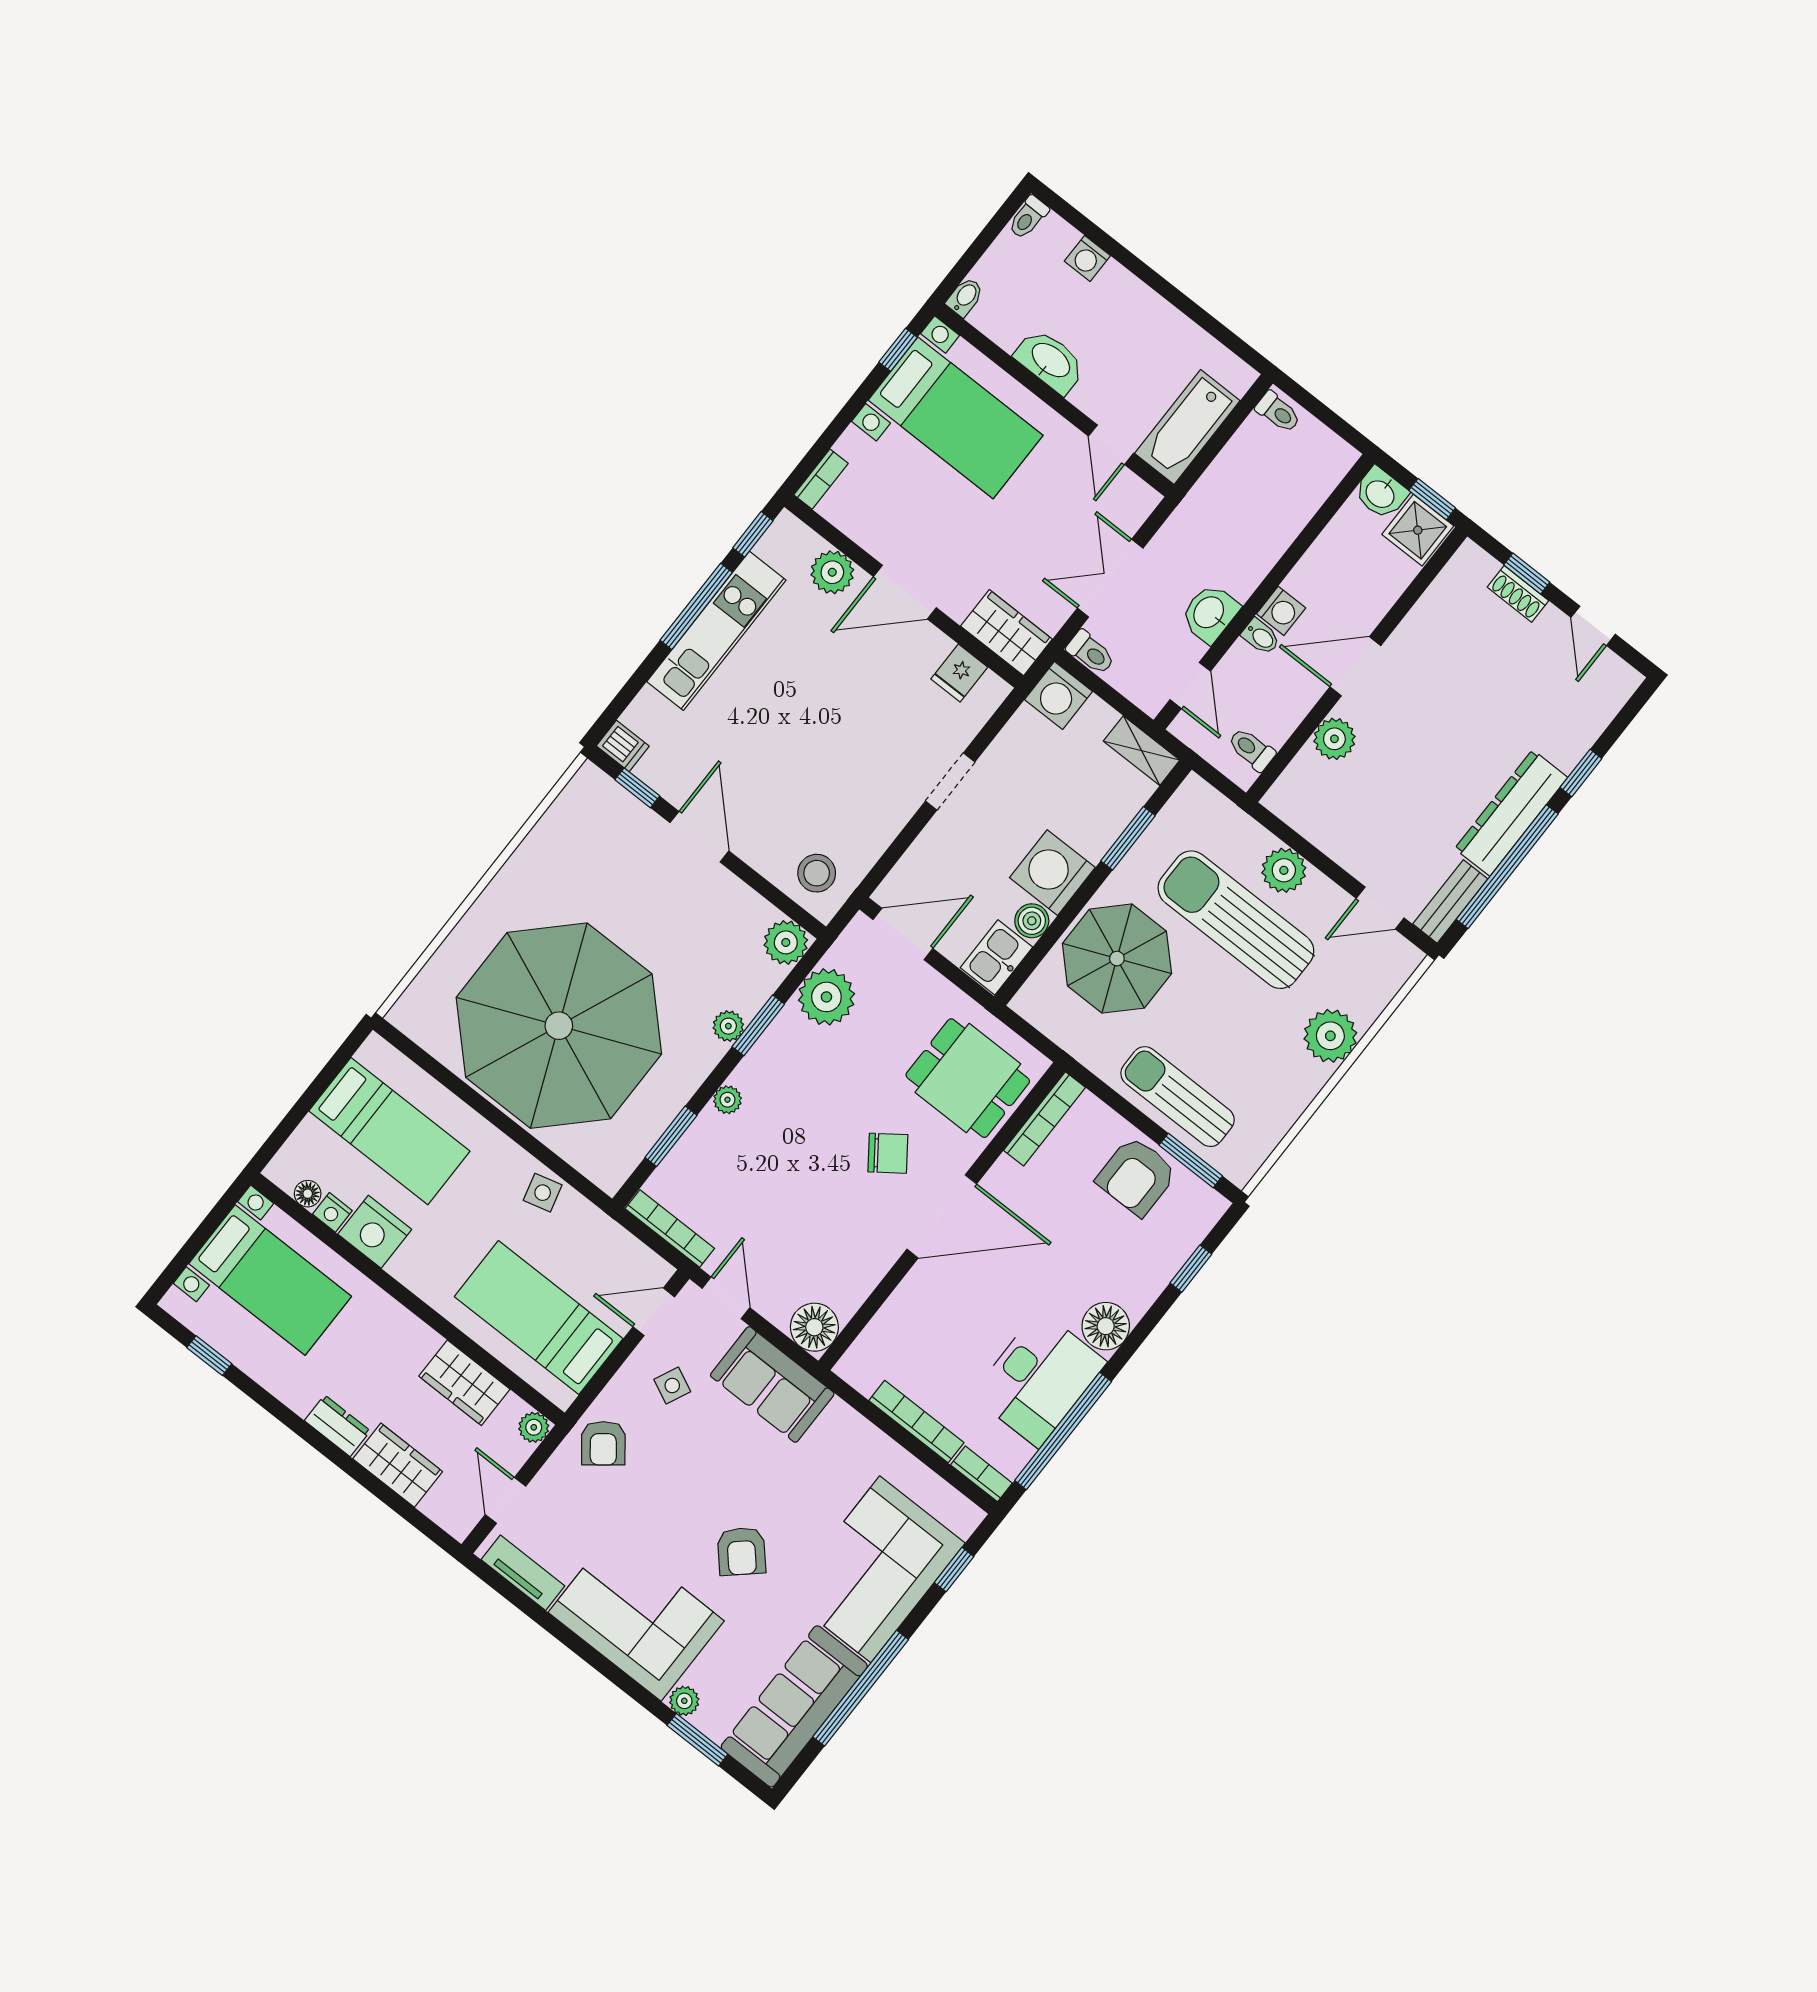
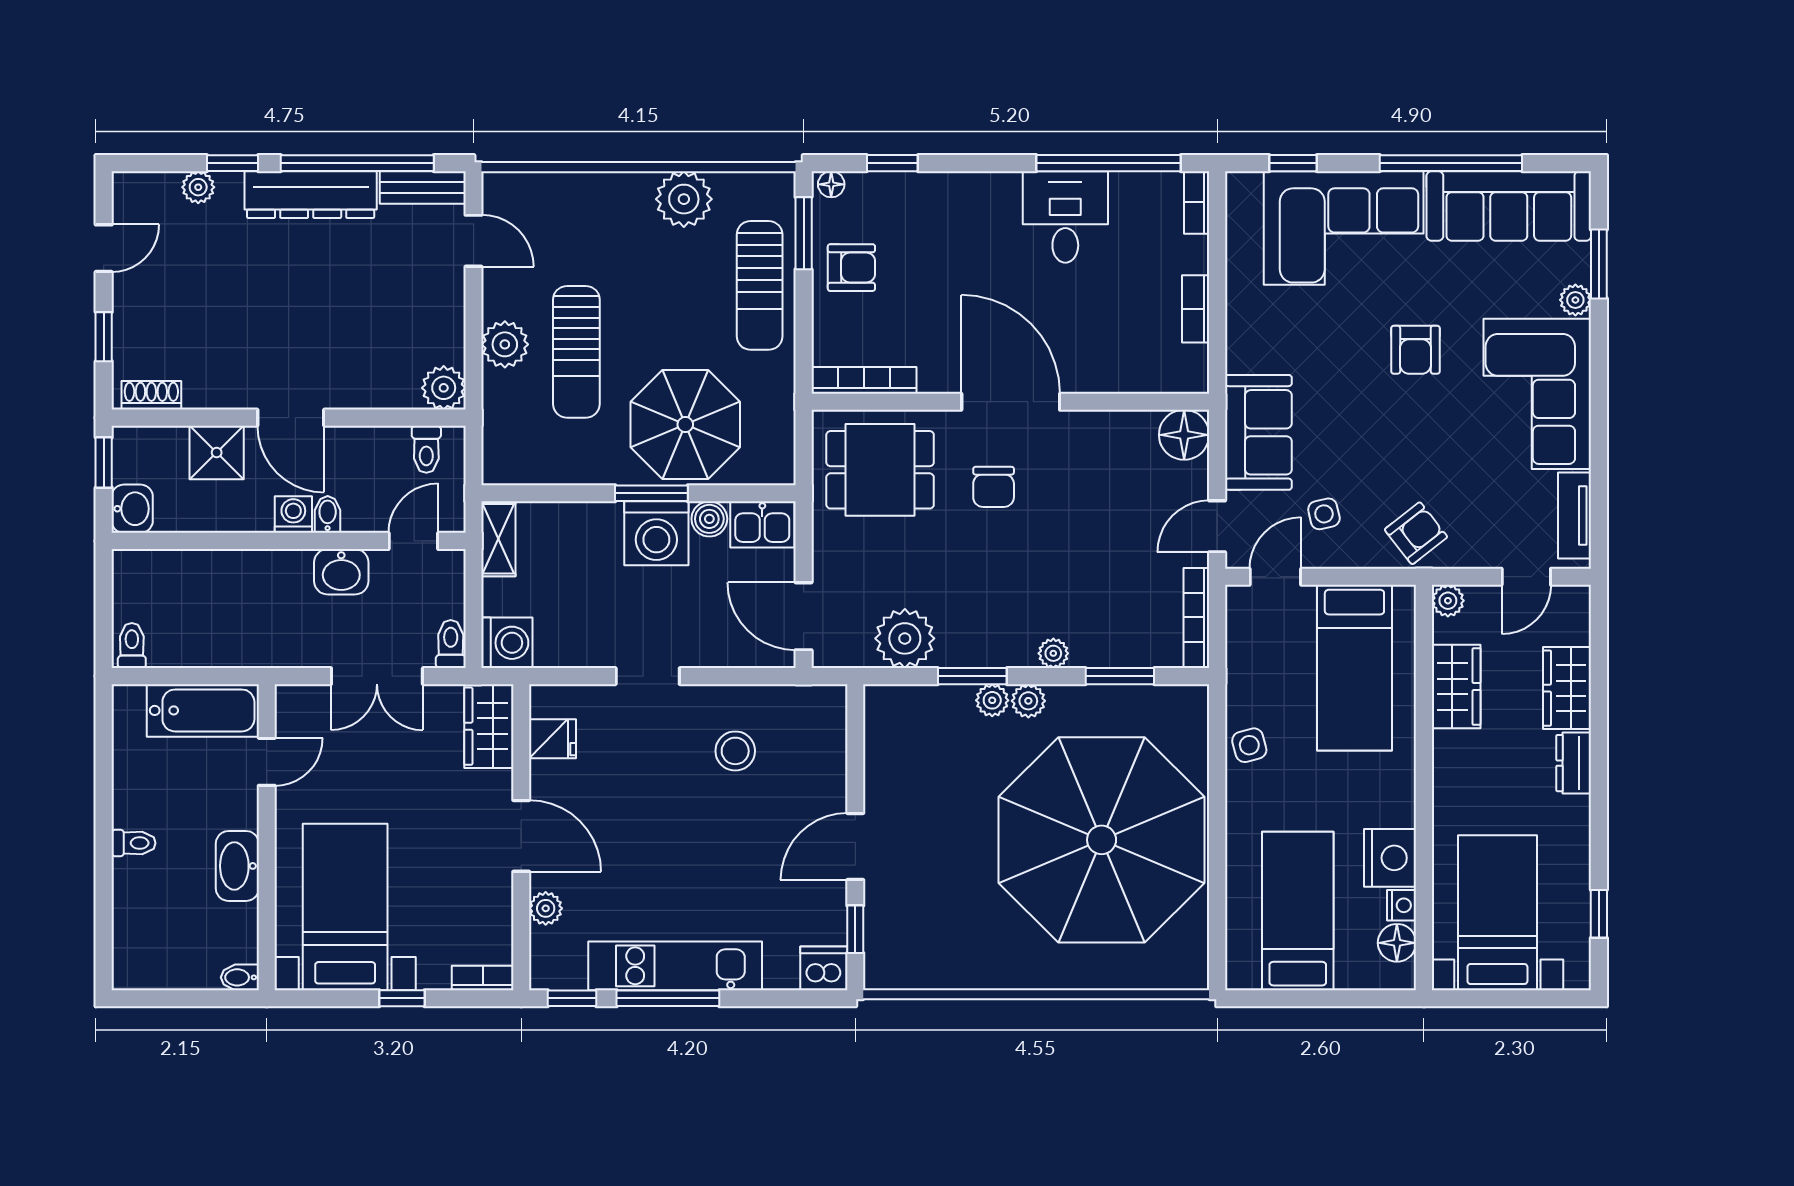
toilet: (1028, 217) -> (133, 843), moved
washing machine: (1087, 258) -> (129, 902), removed
window: (898, 350) -> (402, 998), moved
shower: (1418, 530) -> (217, 452), moved
plant: (832, 572) -> (546, 908), width x0.73, depth x0.73
shoe rack: (1518, 594) -> (151, 395), moved, turned -90
plant: (1583, 733) -> (198, 187), added
plant: (1334, 739) -> (444, 388), moved
dishwasher: (623, 746) -> (824, 968), width x1.38
window: (1128, 838) -> (651, 493), moved
stool: (817, 873) -> (735, 751), moved
sun lounger: (1236, 920) -> (576, 352), width x0.73, depth x0.75
plant: (786, 942) -> (1028, 701), moved, width x0.73, depth x0.73
plant: (1330, 1036) -> (684, 199), moved
dining table: (968, 1078) -> (880, 470), turned 90
chair: (888, 1153) -> (994, 487), turned -144
armchair: (1137, 1176) -> (851, 268), width x0.72, depth x0.72
floor lamp: (308, 1194) -> (1397, 943), width x1.37, depth x1.37
door: (654, 1312) -> (1275, 577), swing flipped
floor lamp: (1106, 1326) -> (831, 184), moved, width x0.53, depth x0.53
desk: (1039, 1379) -> (1065, 217), width x0.73
side table: (672, 1385) -> (1324, 514), turned -38
bookcase: (916, 1422) -> (1196, 309), width x0.64
armchair: (741, 1551) -> (1415, 350), turned 132

